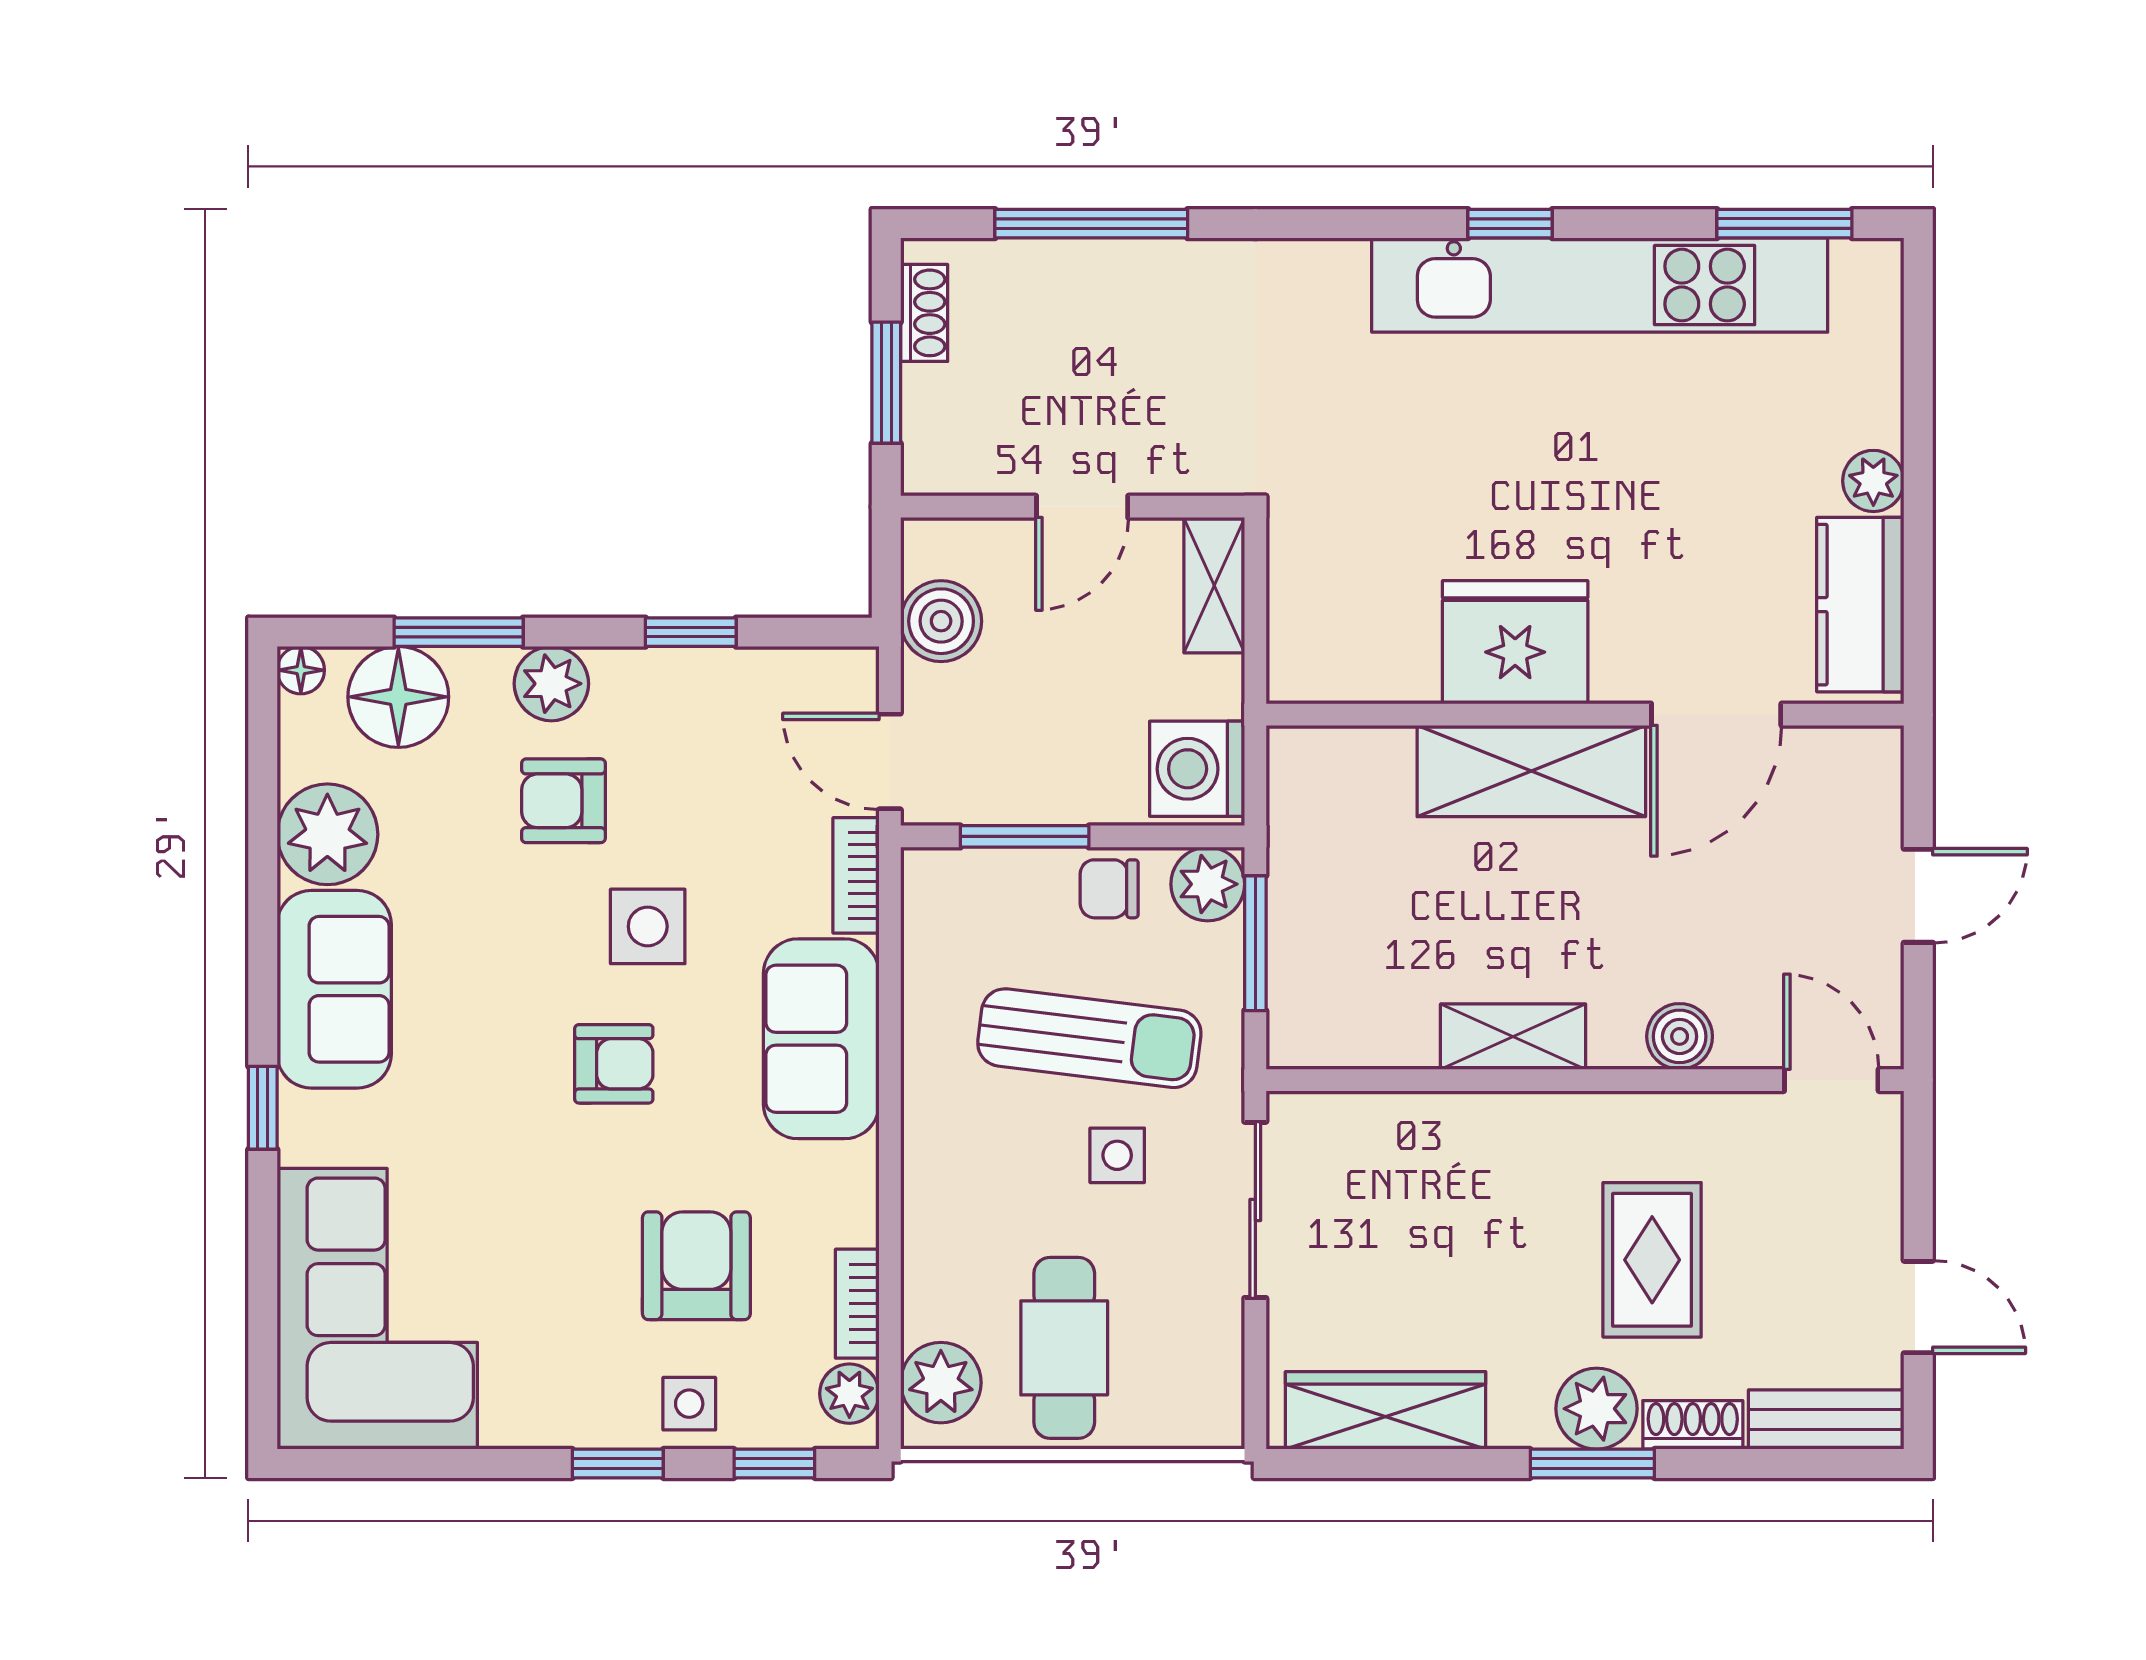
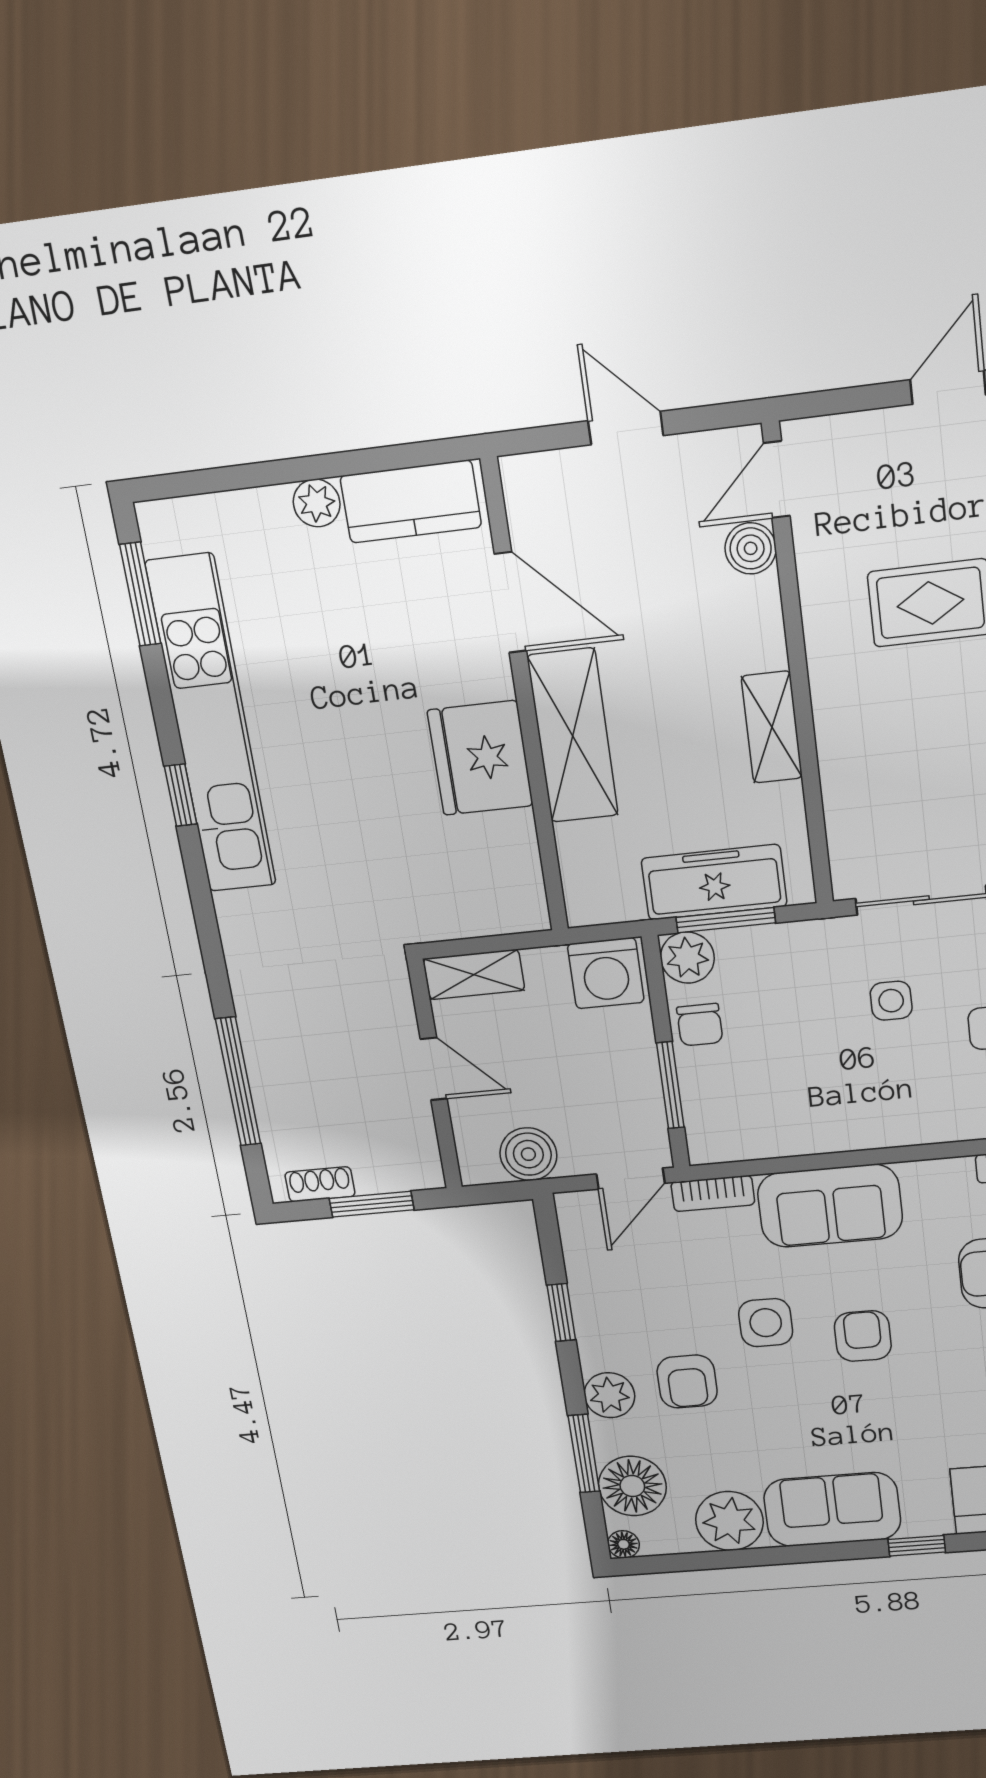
freezer: (1310, 934) -> (714, 882), added
boiler: (1680, 1036) -> (751, 548), moved
sun lounger: (1089, 1038) -> (809, 1028), removed

